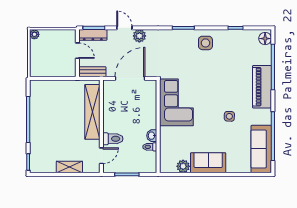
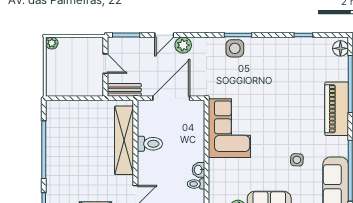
door: (124, 28) -> (164, 35), swing flipped
dresser: (93, 35) -> (125, 44), removed
side table: (205, 43) -> (235, 48), moved
side table: (229, 116) -> (297, 160), moved
toilet: (113, 139) -> (150, 144), moved

